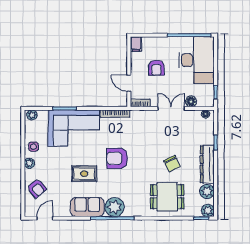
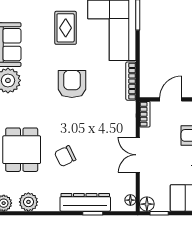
floor lamp: (191, 101) -> (147, 204), moved
double door: (171, 108) -> (138, 155), swing flipped
dresser: (207, 164) -> (85, 202), moved
rug: (84, 174) -> (66, 28), moved

